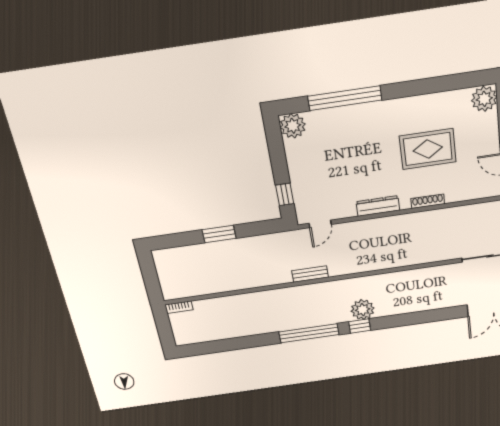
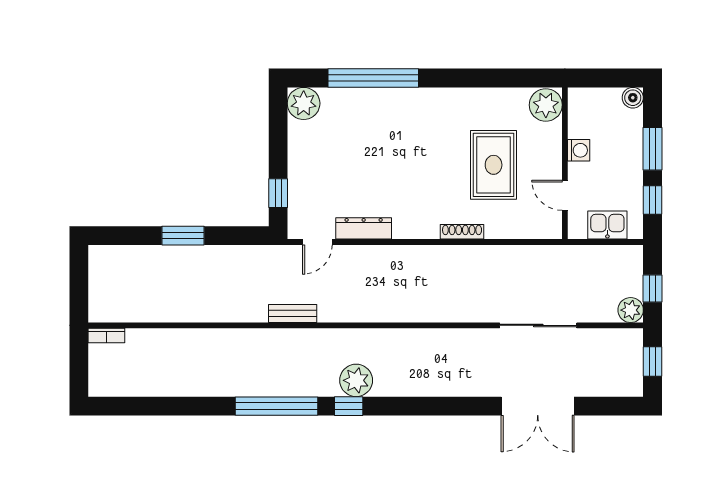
rug: (428, 149) -> (494, 165), moved, turned 90
dresser: (378, 206) -> (364, 228), moved

